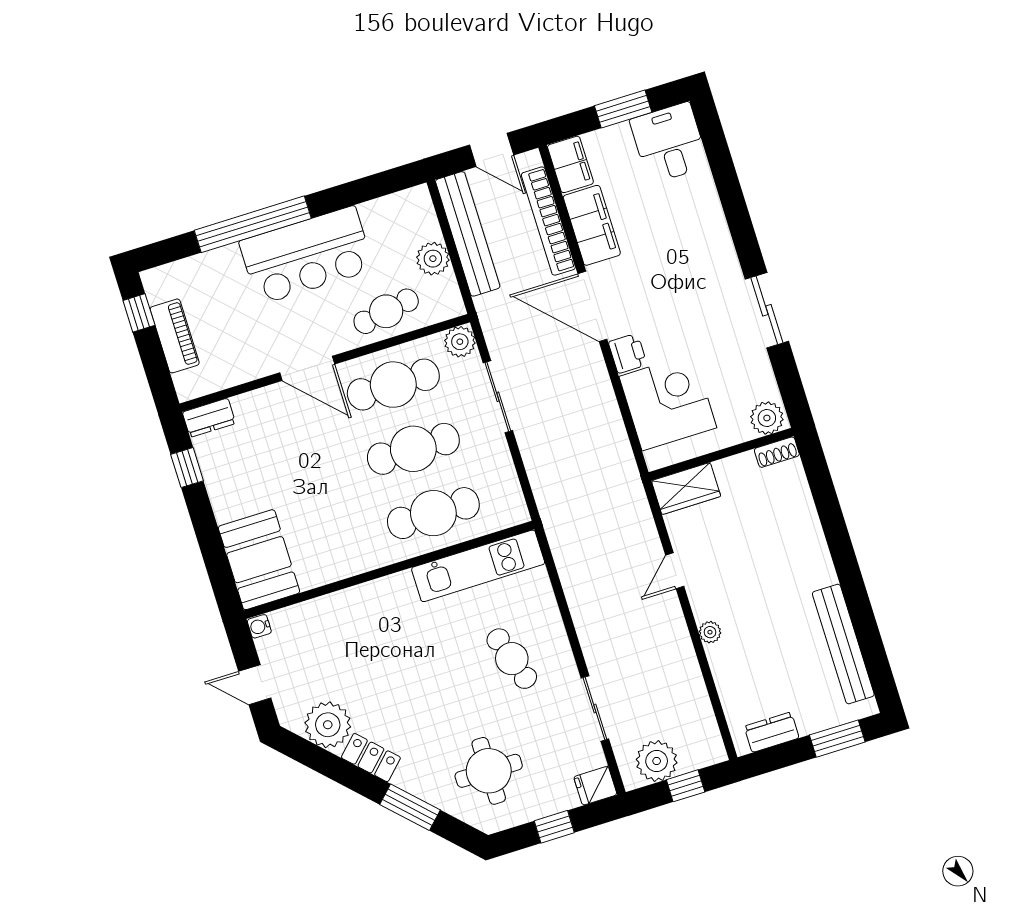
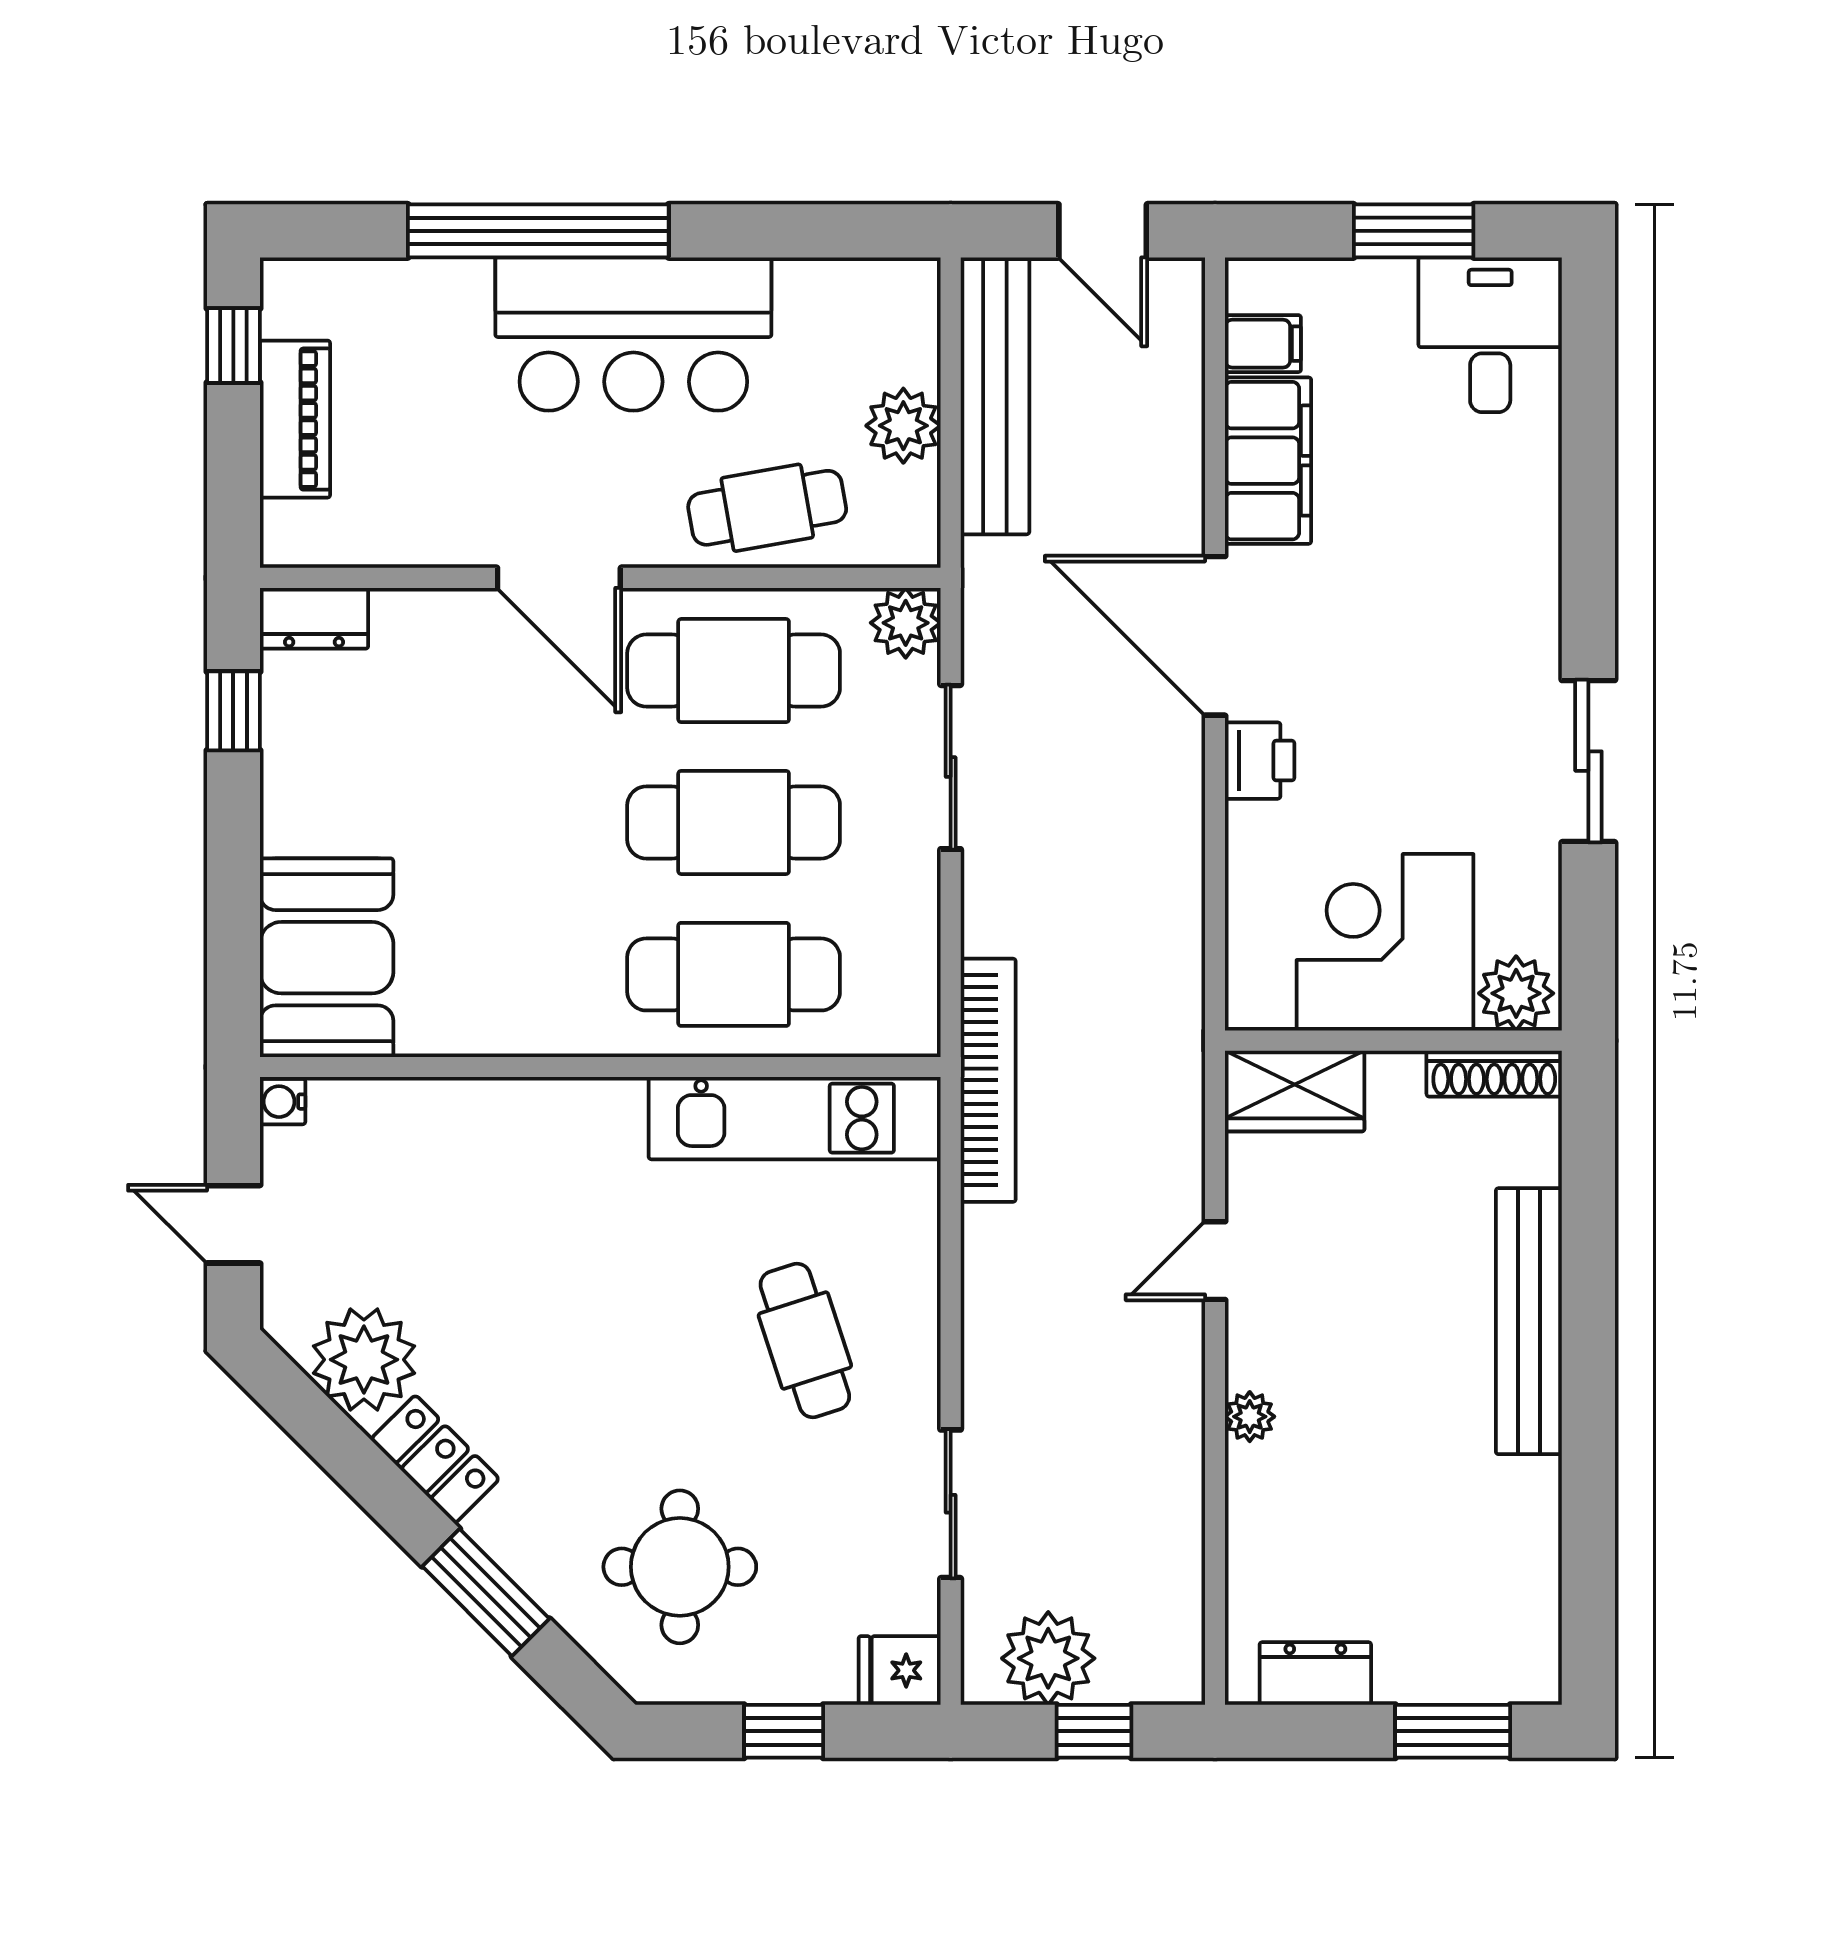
filing cabinet: (570, 164) -> (1263, 344), width x0.50
bookcase: (548, 221) -> (988, 1080), moved, turned 180
corner desk: (668, 402) -> (1385, 942), moved, turned -90
shoe rack: (777, 452) -> (1494, 1074), width x1.43
bench: (843, 644) -> (1529, 1321), moved

